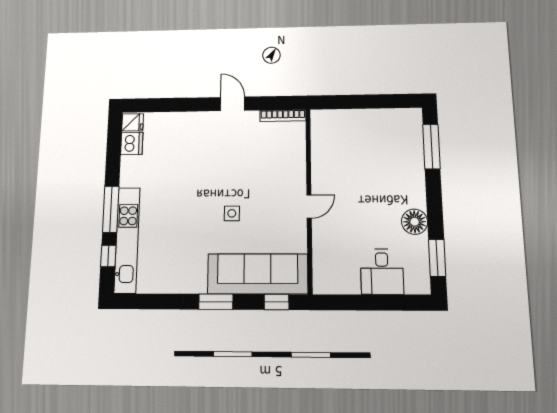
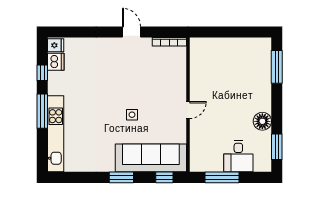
window: (108, 256) -> (42, 73), moved
window: (359, 302) -> (222, 177), added

